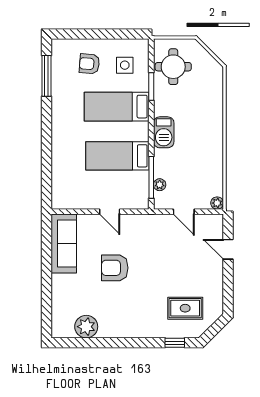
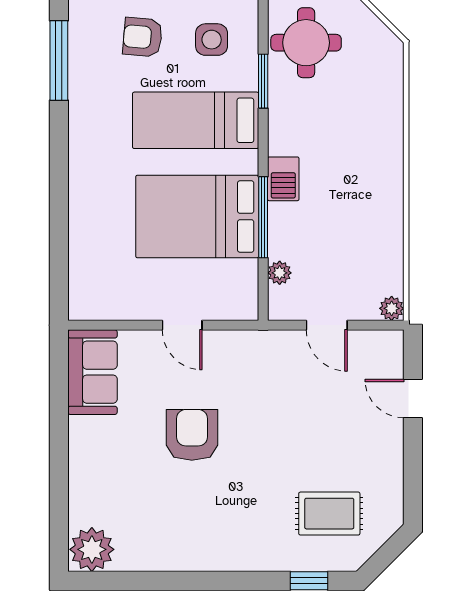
barbecue: (164, 132) -> (283, 179), width x0.73, depth x0.79
bed: (117, 156) -> (197, 216), width x1.50
window: (151, 177) -> (263, 217), moved
sofa: (64, 244) -> (93, 372), width x0.73
armchair: (115, 268) -> (192, 435), turned 90
plant: (86, 327) -> (92, 549), moved

